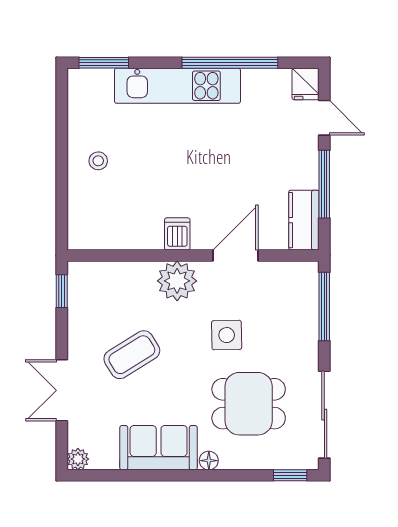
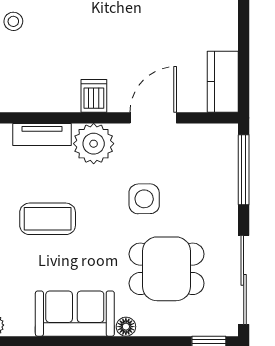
window: (324, 184) -> (244, 45), removed
tv unit: (126, 272) -> (42, 134), added
coffee table: (132, 355) -> (48, 219), turned 32

